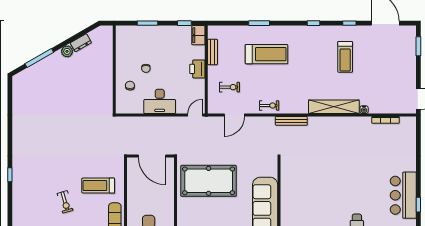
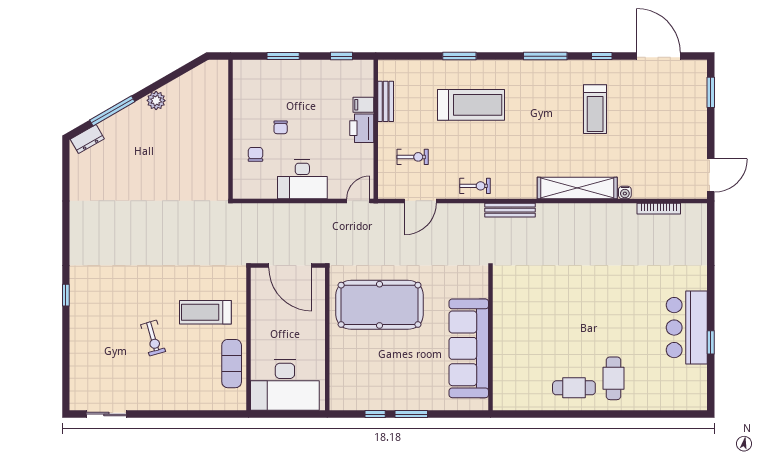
window: (314, 23) -> (545, 56), width x2.17
filing cabinet: (198, 35) -> (363, 105), moved, width x0.50
dresser: (81, 43) -> (87, 139), moved

